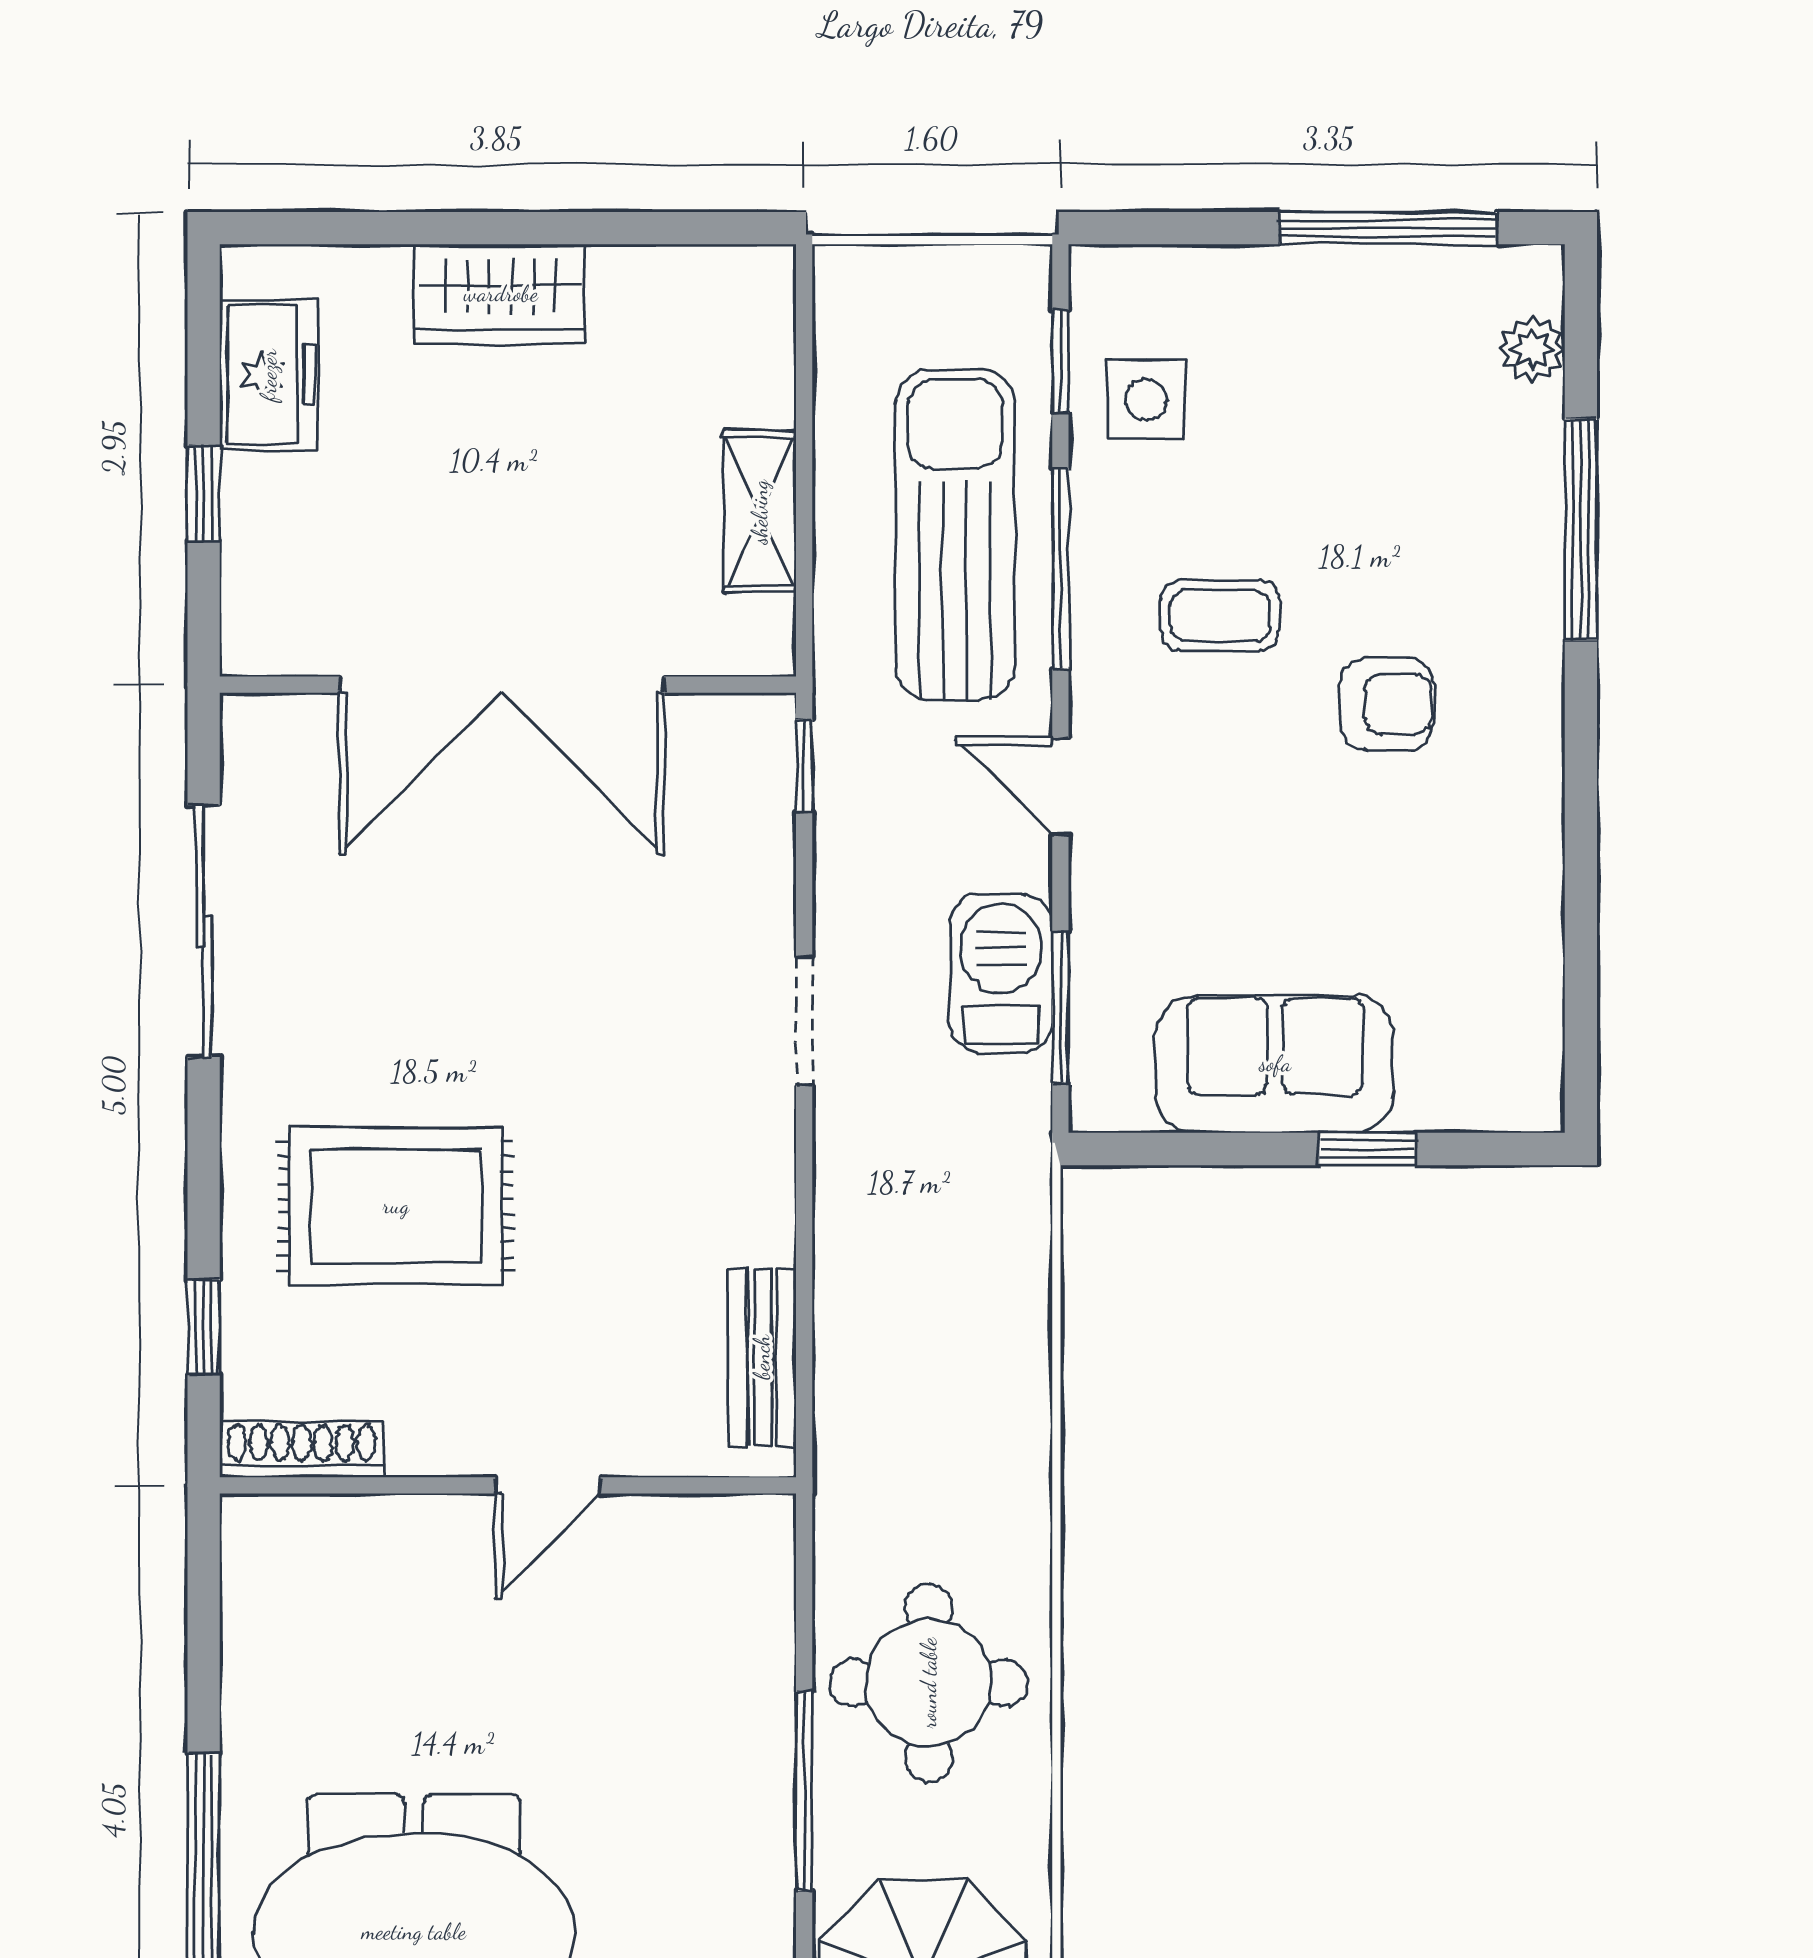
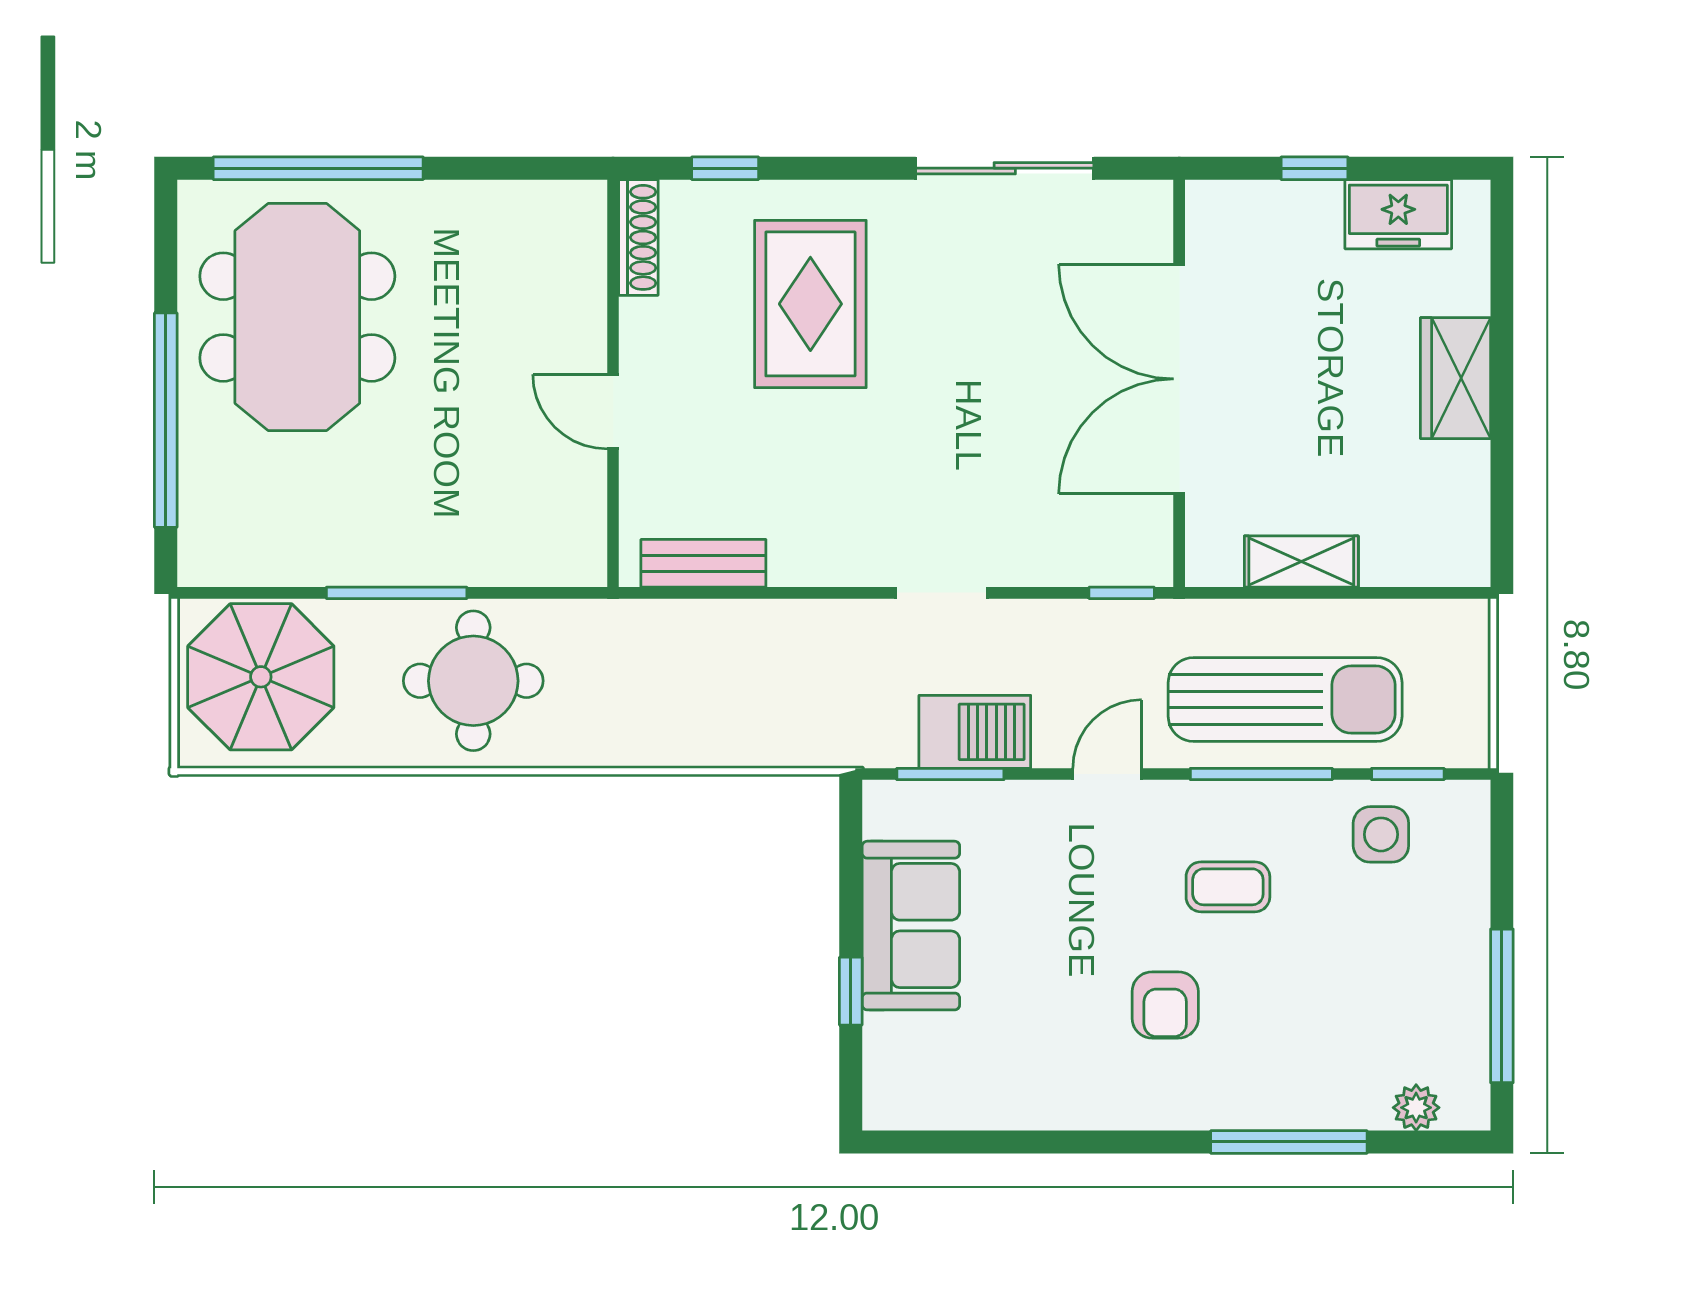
coffee table: (1220, 616) -> (1228, 887), turned 90

